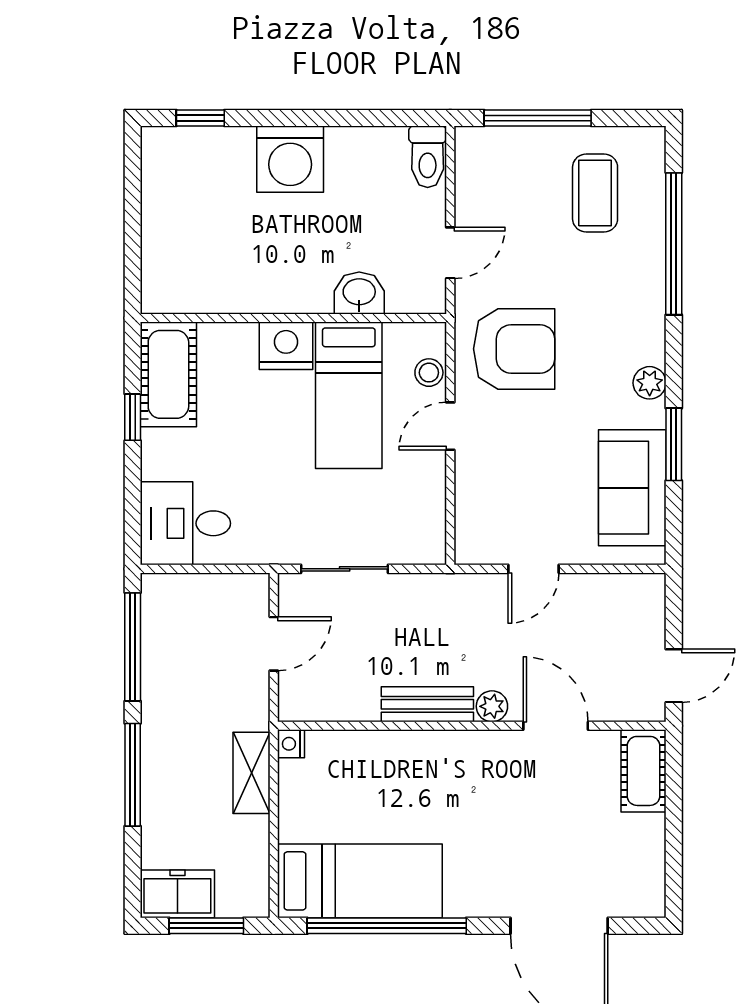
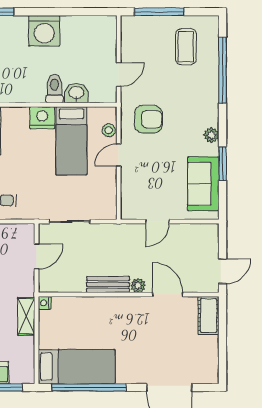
toilet: (428, 157) -> (54, 89), moved, turned 180
armchair: (514, 349) -> (148, 119), width x0.73, depth x0.73

